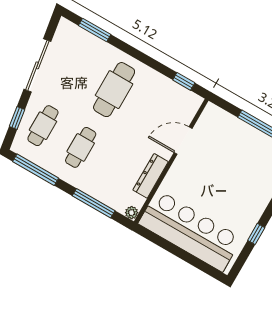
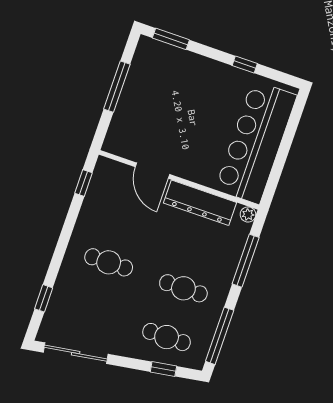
window: (95, 30) -> (44, 298), width x0.67
sliding door: (37, 65) -> (76, 353), moved
cafe table: (114, 90) -> (109, 262), width x0.73, depth x0.74
dresser: (151, 176) -> (200, 203), width x1.37, depth x1.24

